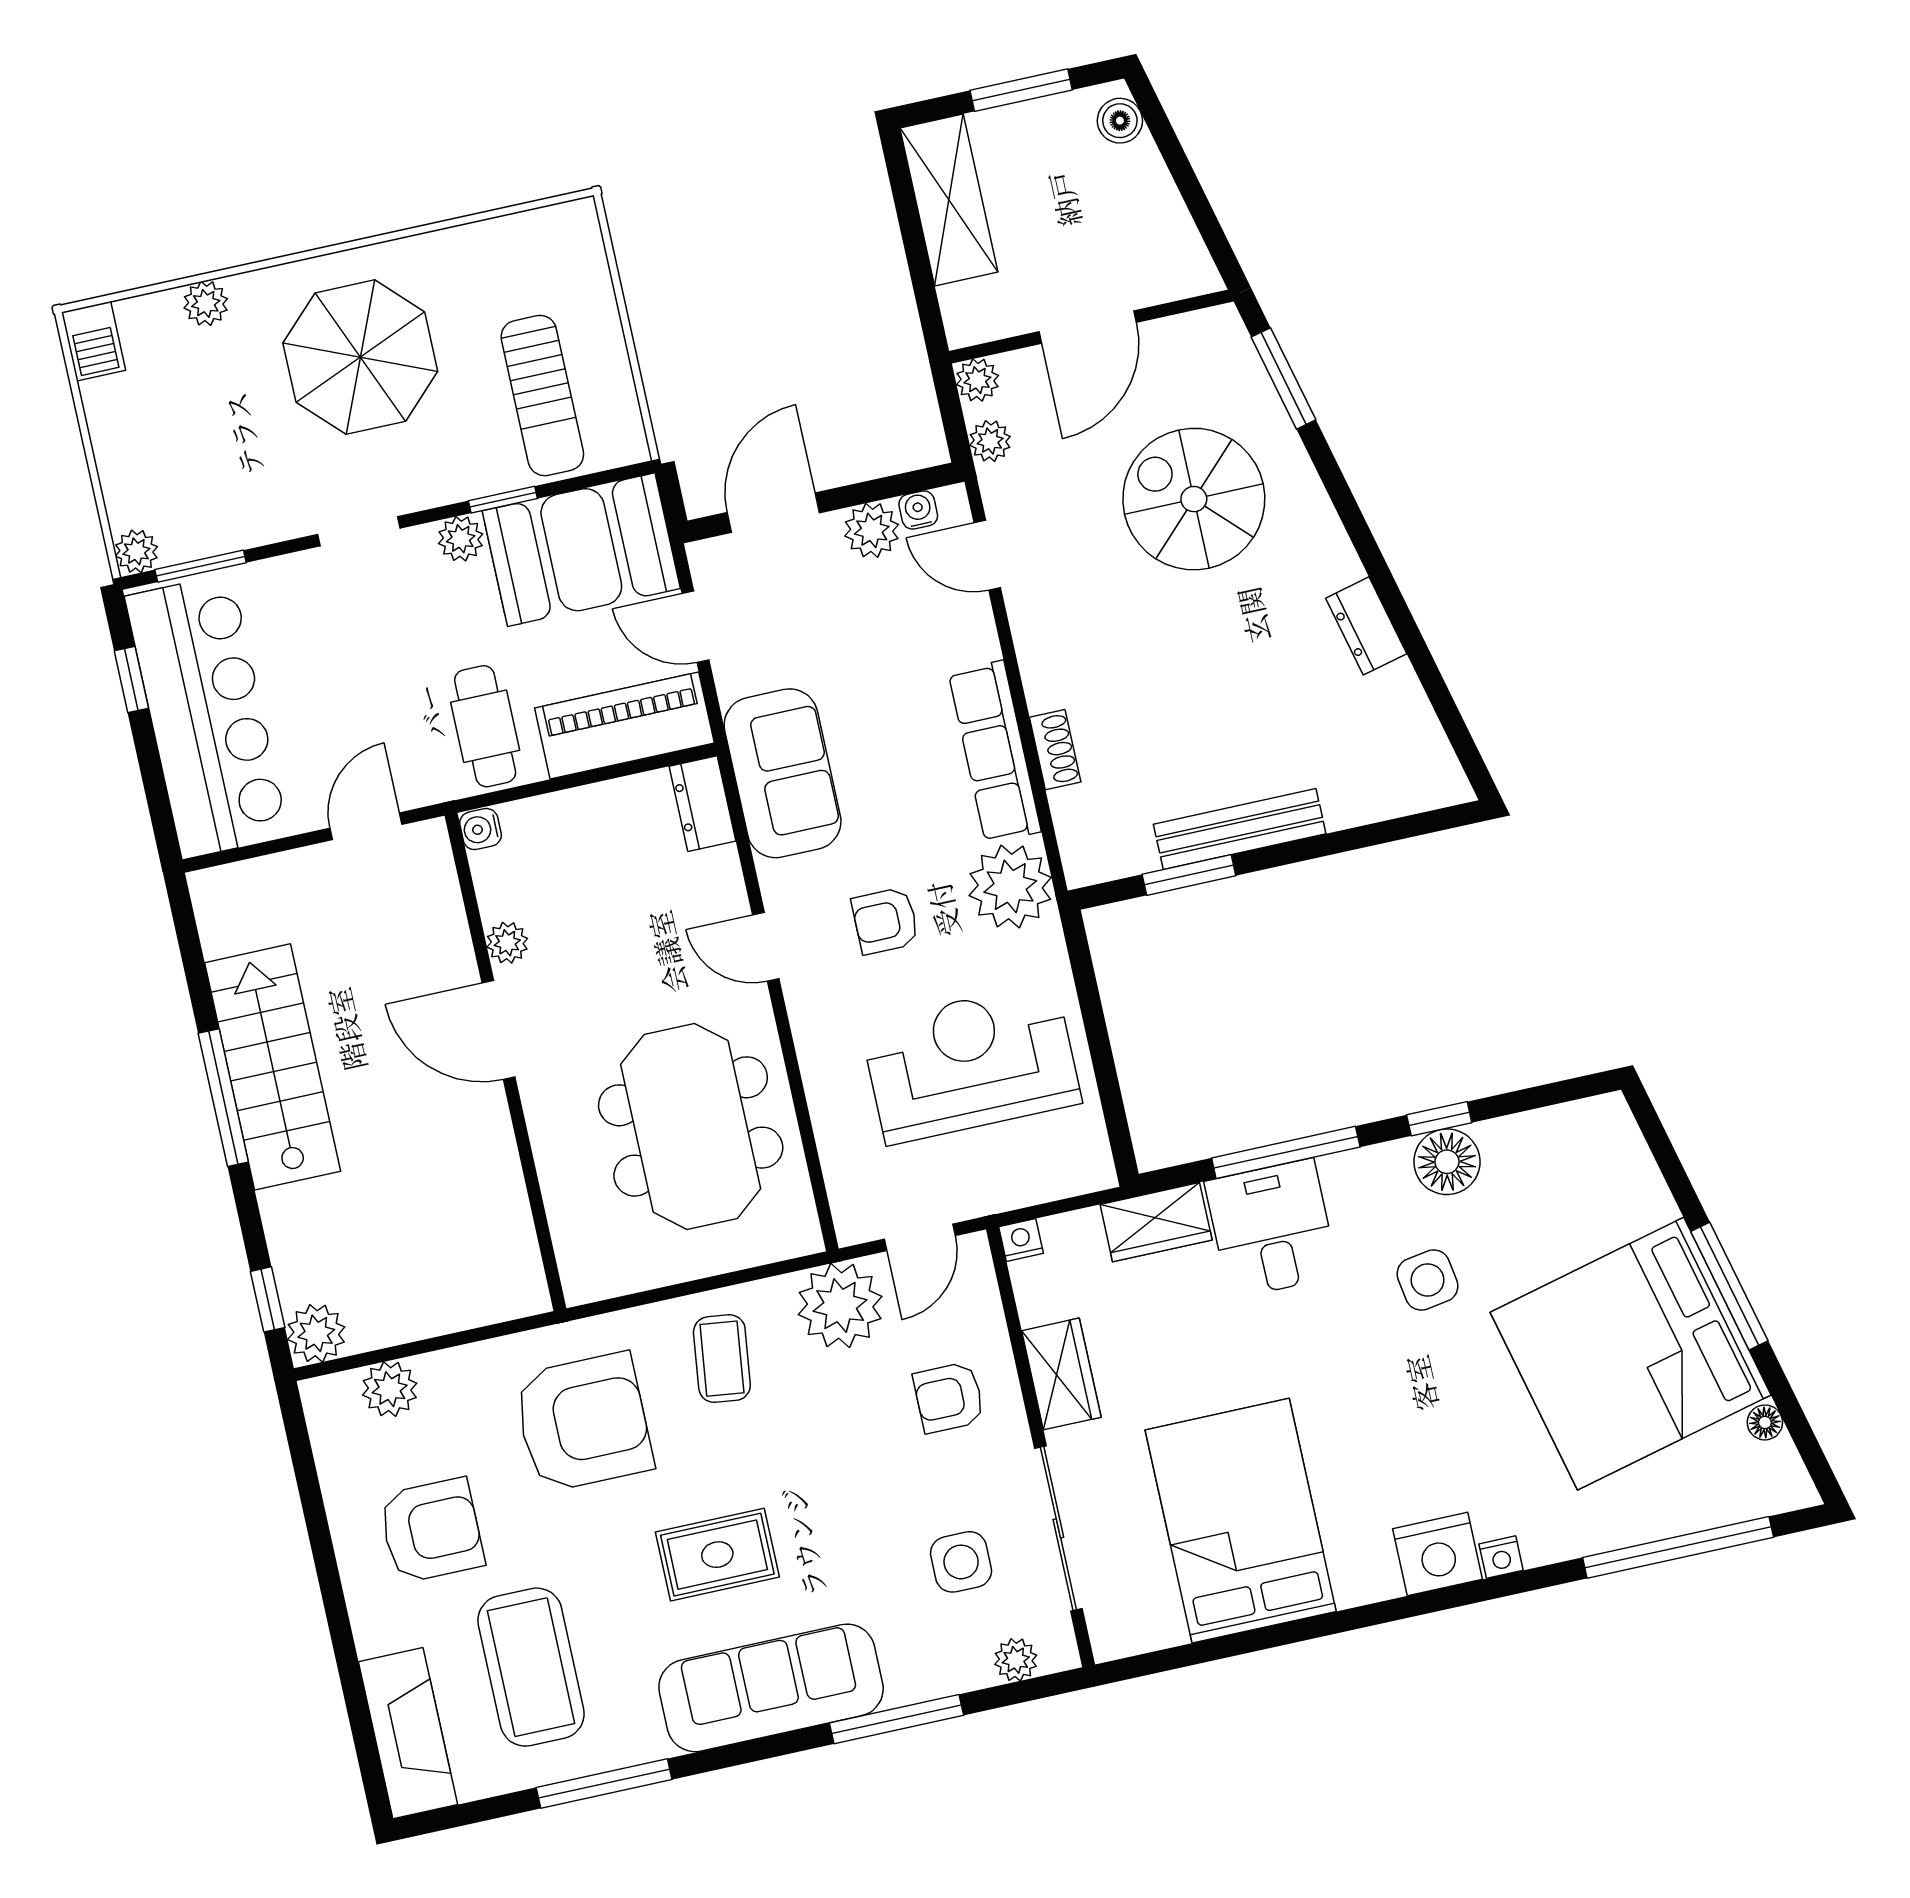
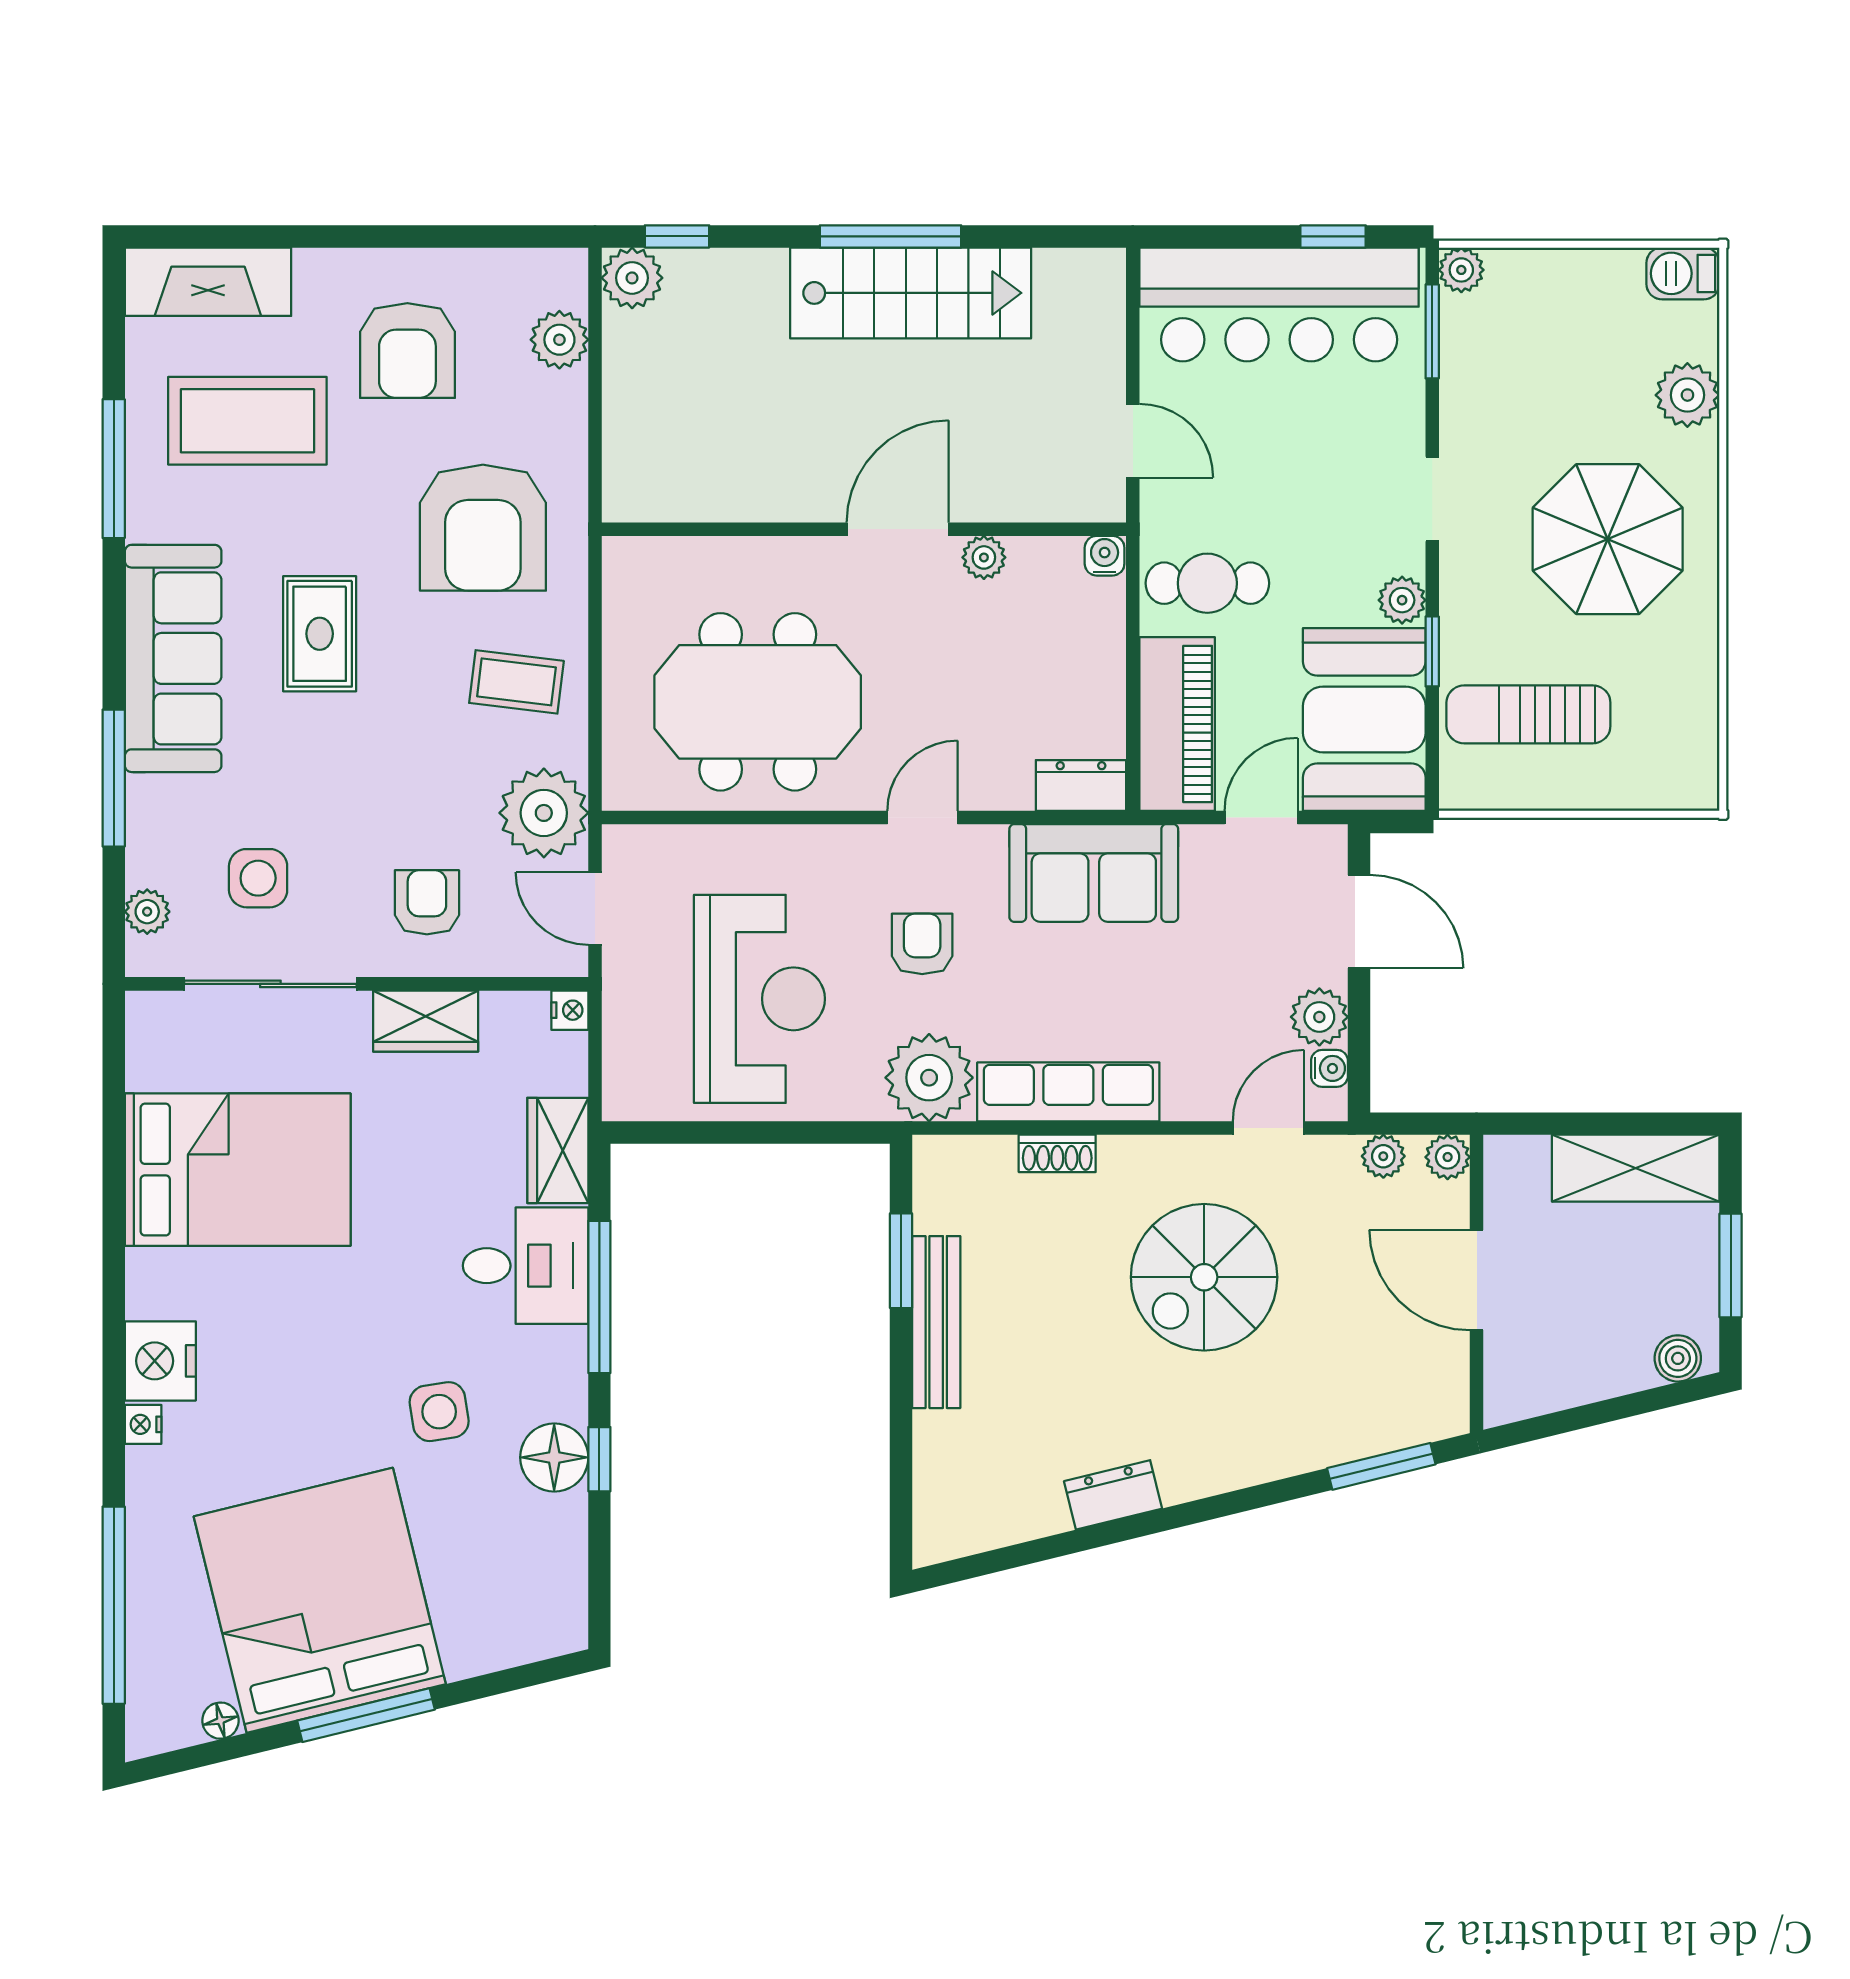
plant: (206, 303) -> (1687, 395), width x1.38, depth x1.38
spiral stairs: (1194, 499) -> (1204, 1277), moved, turned 180

